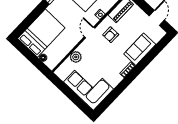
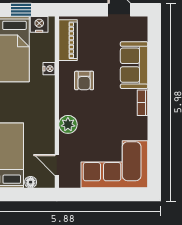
door: (90, 32) -> (57, 165), moved
plant: (76, 57) -> (68, 124), moved

